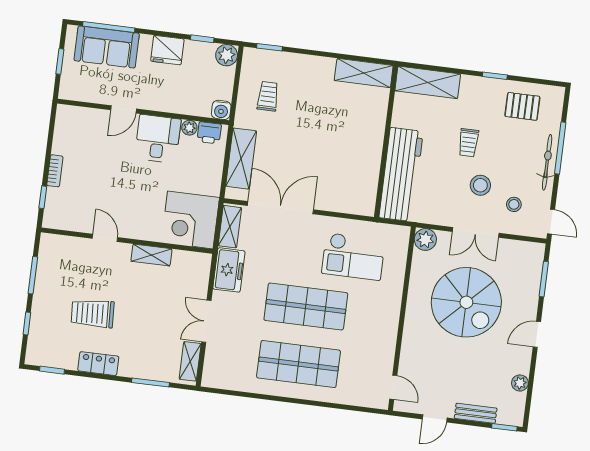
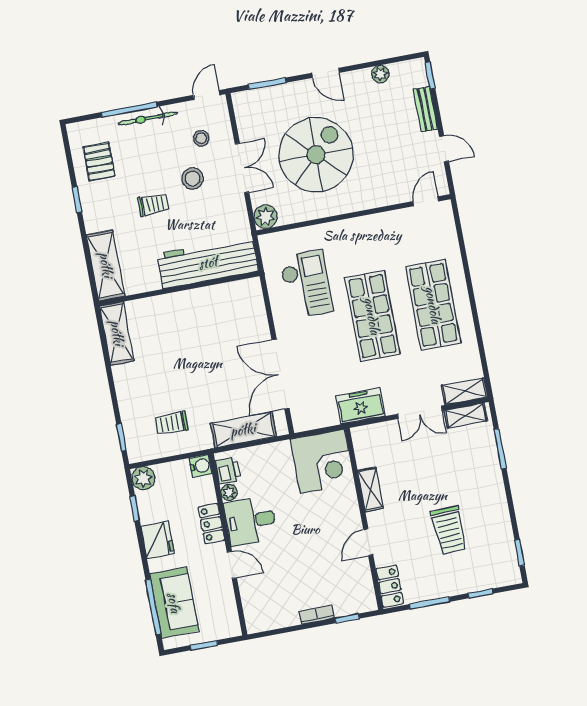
locker: (167, 103) -> (211, 524), added
shelving: (230, 227) -> (465, 391), moved
locker: (98, 364) -> (390, 586), moved, turned 180

